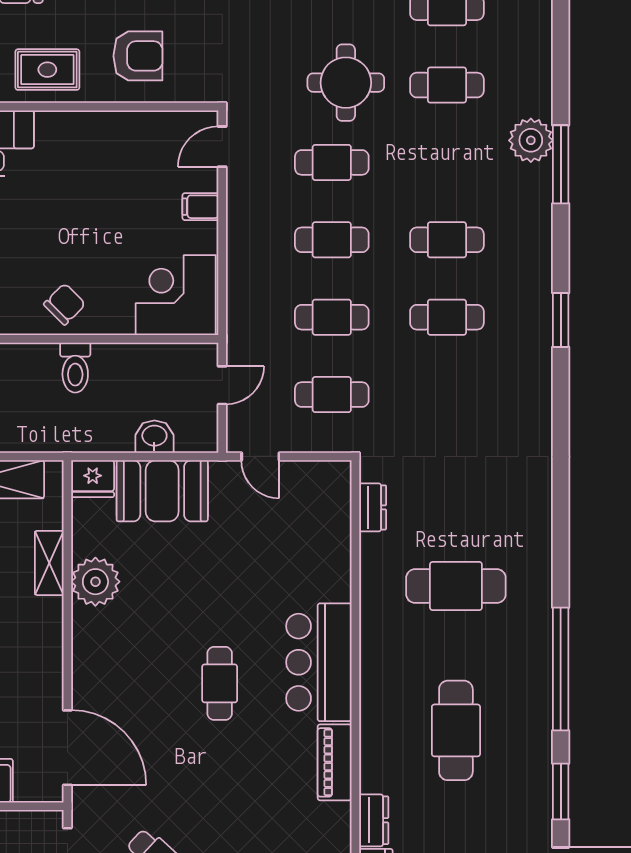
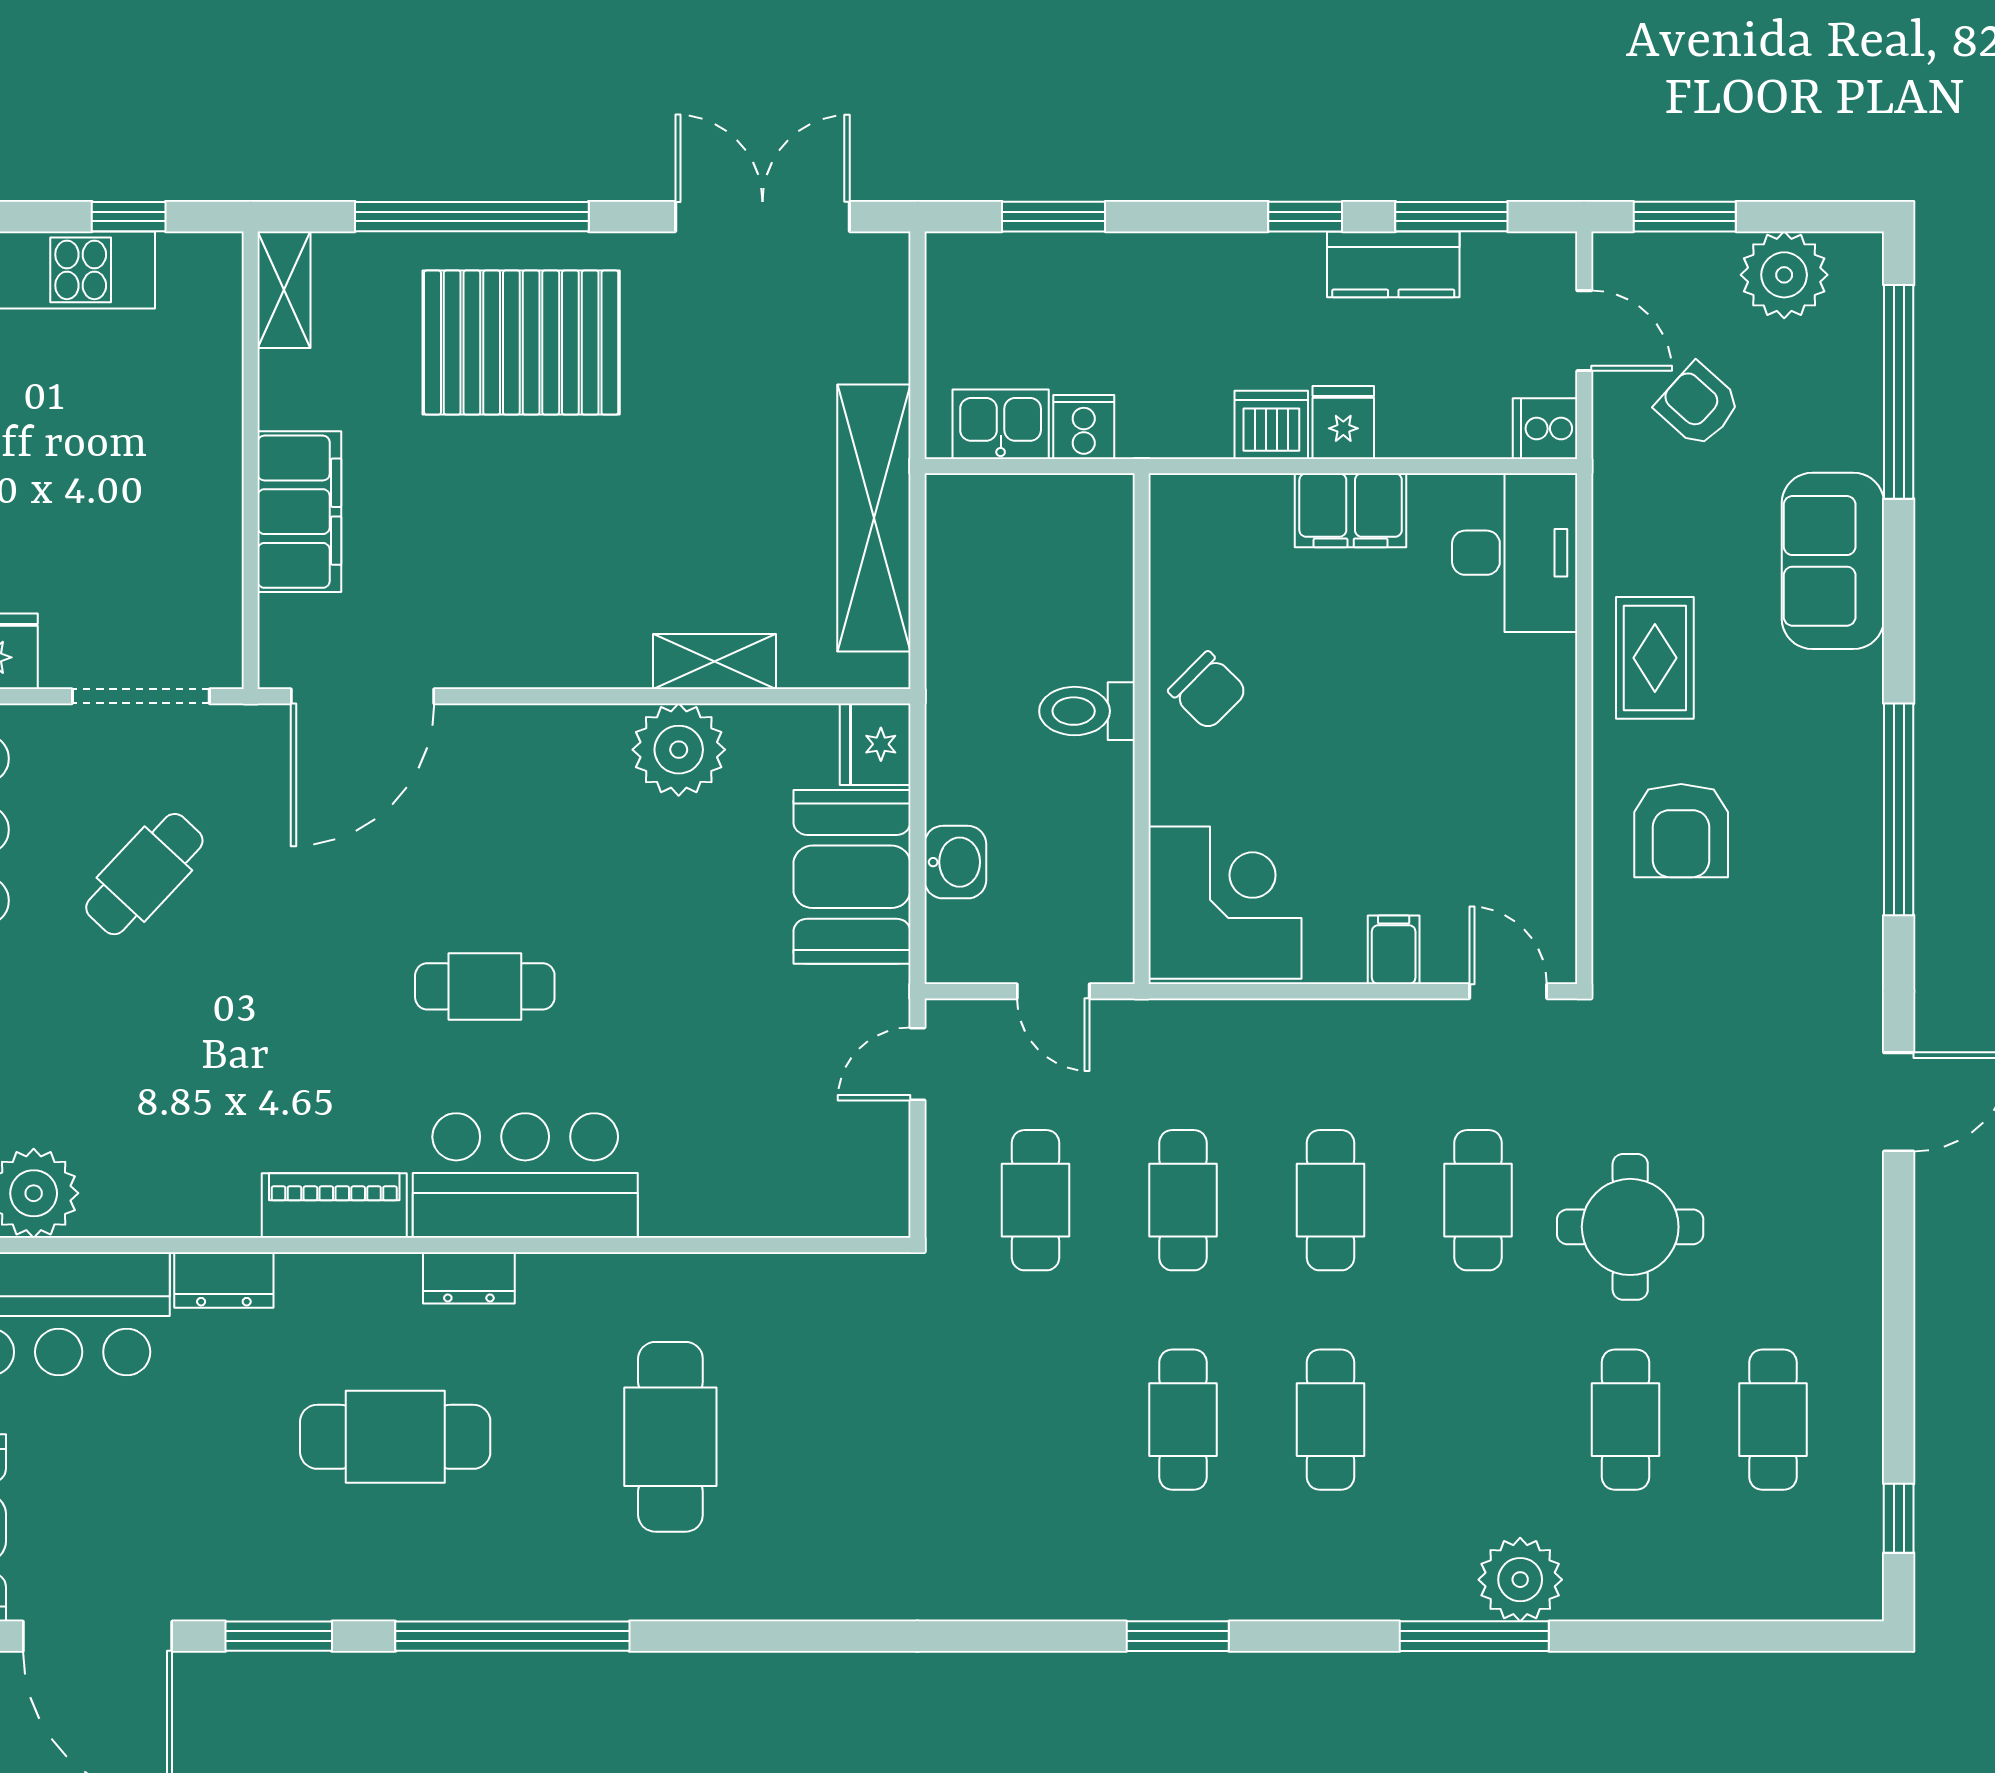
dresser: (373, 507) -> (469, 1278), moved

